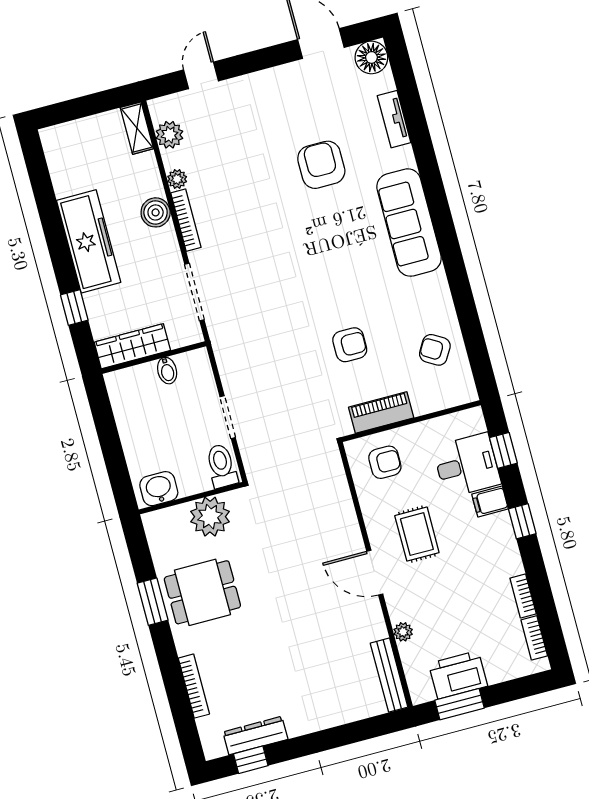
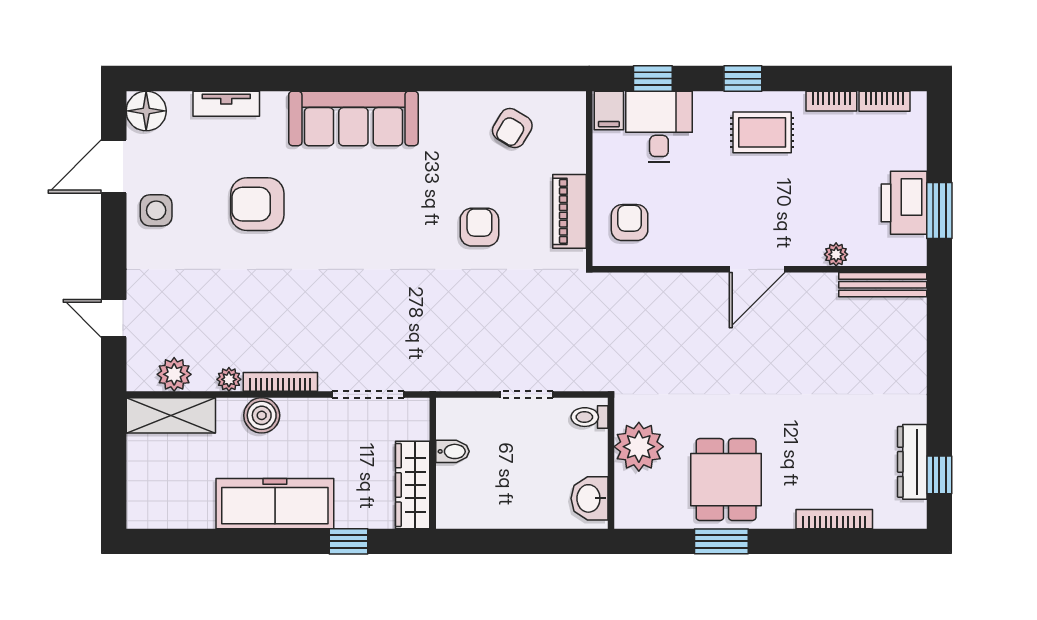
side table: (295, 86) -> (156, 210), added
shelving: (137, 128) -> (171, 415), width x1.50, depth x1.33
toilet: (222, 466) -> (590, 417), width x0.73, depth x0.72
filing cabinet: (490, 501) -> (609, 110), moved
rug: (417, 534) -> (762, 132), moved

